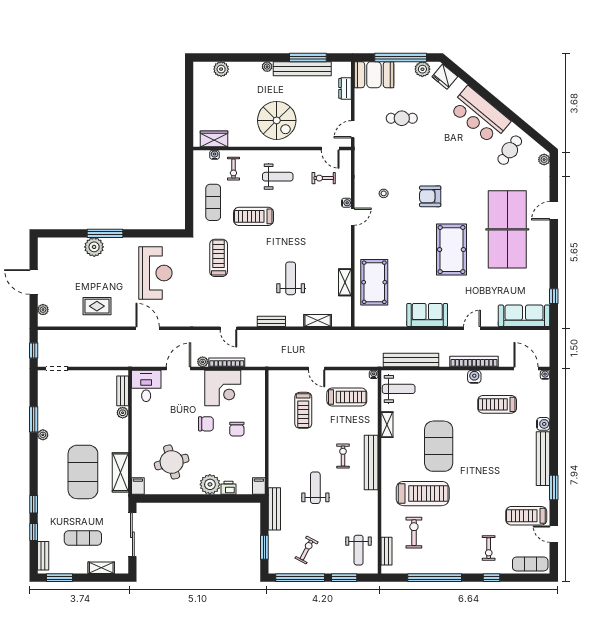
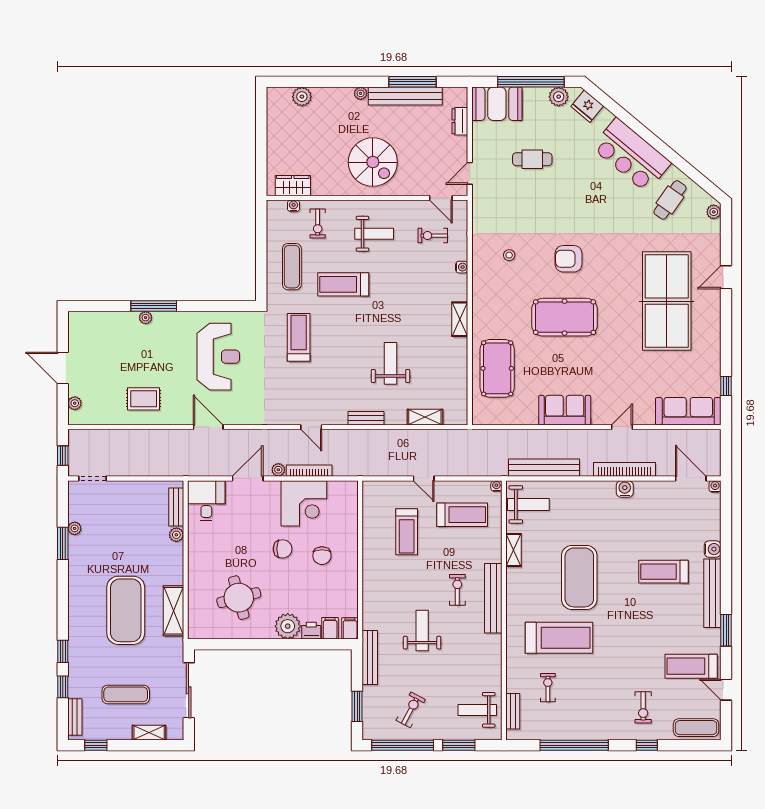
door: (353, 217) -> (470, 285), removed
plant: (94, 247) -> (146, 318), width x0.53, depth x0.53
pool table: (452, 250) -> (564, 317), moved, turned 90
shelving: (345, 282) -> (460, 319), moved
treadmill: (497, 404) -> (663, 572), moved
plant: (43, 435) -> (75, 528), moved
filing cabinet: (138, 486) -> (330, 628), moved
exercise bike: (414, 533) -> (548, 688), width x0.73, depth x0.72
weight bench: (359, 550) -> (477, 710), turned 90
window: (59, 578) -> (96, 745), width x0.67

